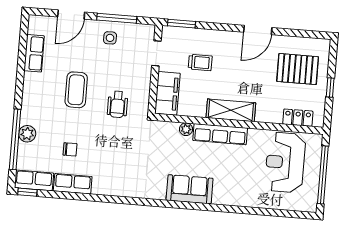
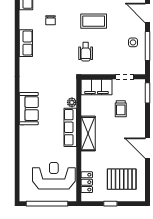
pallet: (298, 69) -> (122, 179), turned 90
wheelchair: (118, 104) -> (86, 52), turned -90
row of seats: (73, 184) -> (26, 43), moved

